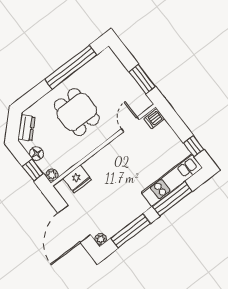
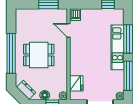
window: (71, 67) -> (11, 53), moved
kitchen unit: (172, 180) -> (117, 47), moved

